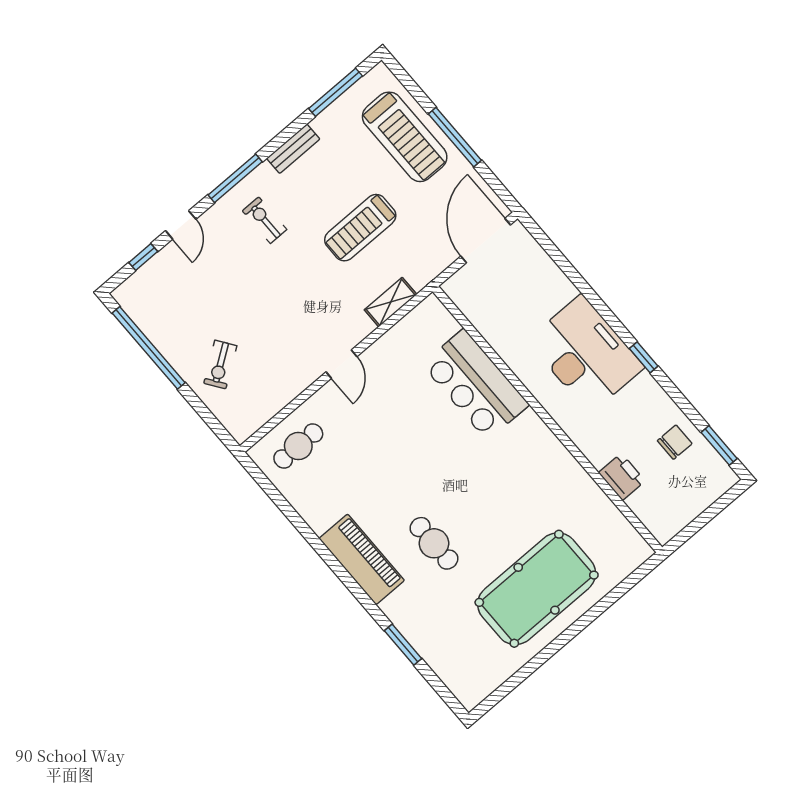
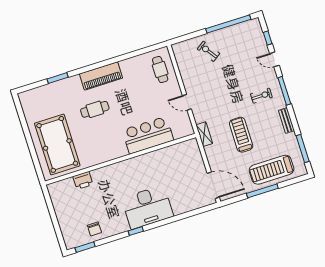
bar counter: (475, 385) -> (148, 135), moved
wall: (547, 419) -> (120, 159), moved
printer: (622, 477) -> (83, 180), moved

